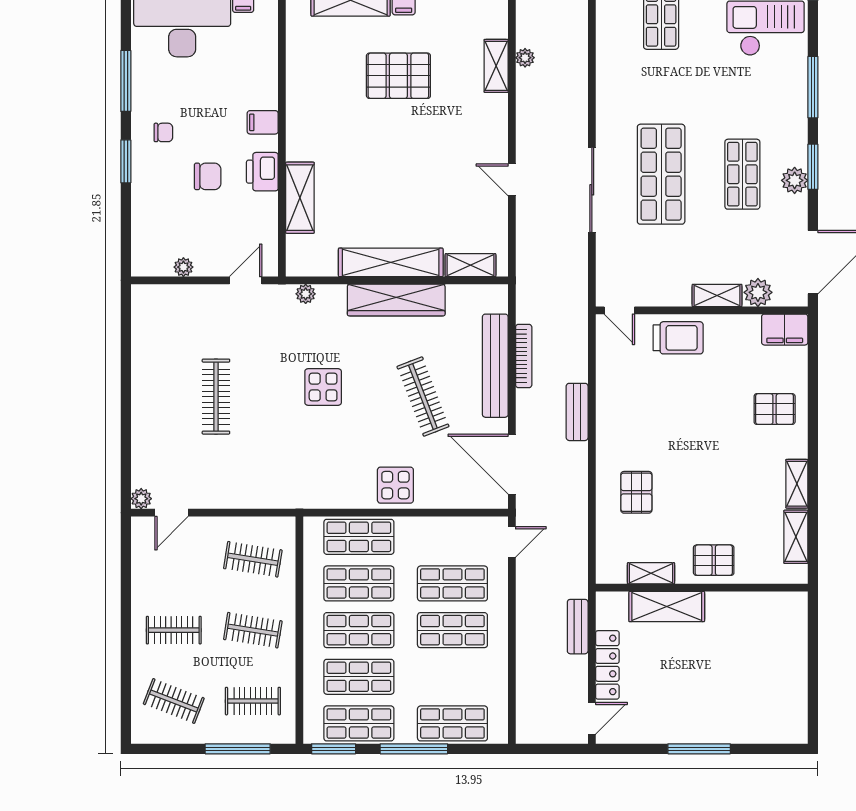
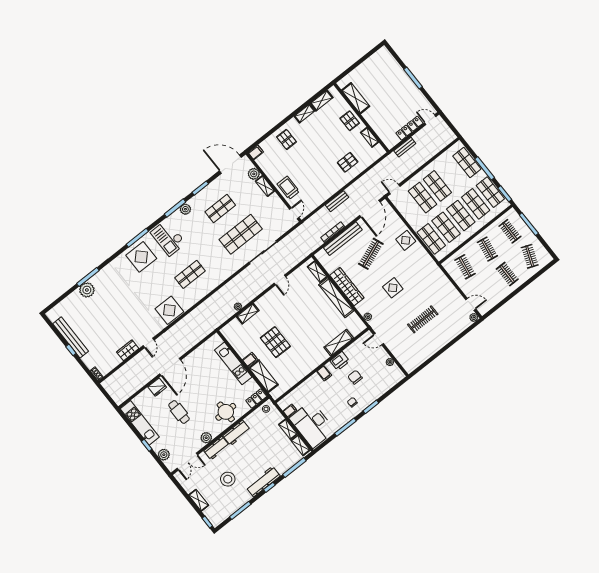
plant: (795, 180) -> (185, 209), moved
filing cabinet: (785, 330) -> (256, 152), width x0.50
shelving: (667, 607) -> (356, 98), moved

